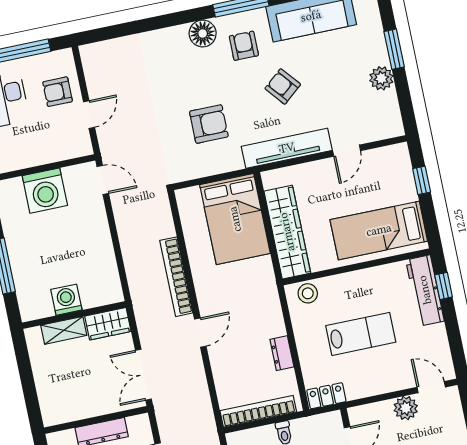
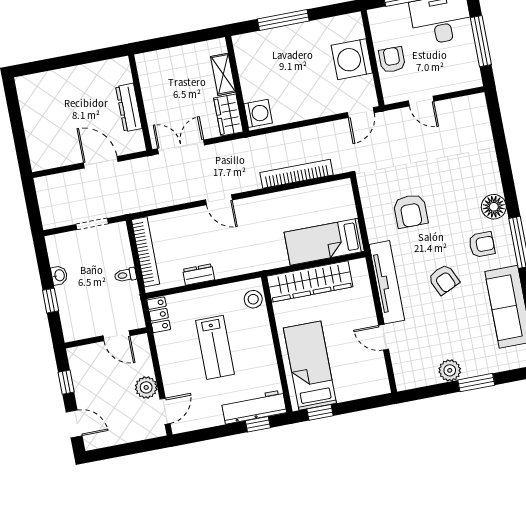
armchair: (283, 86) -> (444, 280), turned 105
armchair: (58, 92) -> (392, 60), moved
window: (422, 180) -> (320, 412), moved
bed: (235, 219) -> (324, 242), width x0.67
bookcase: (176, 277) -> (296, 174), moved
washing machine: (66, 300) -> (258, 113), moved

